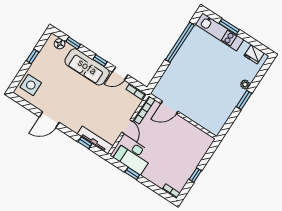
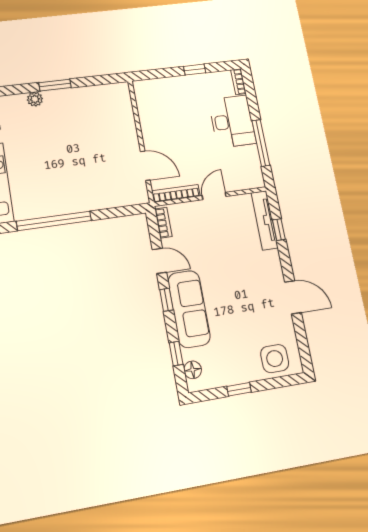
desk: (134, 156) -> (232, 121), moved
window: (132, 174) -> (261, 143), width x2.17

